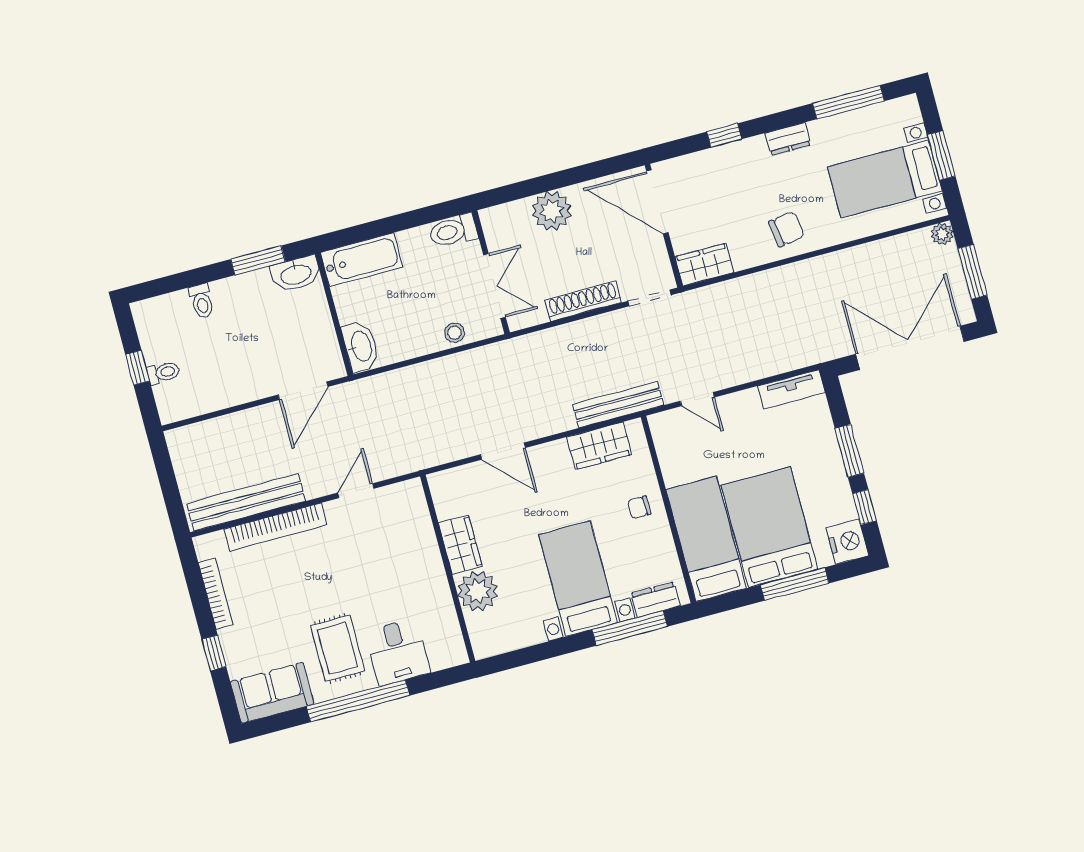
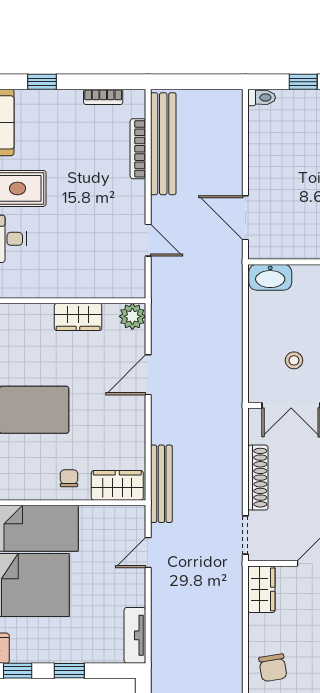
stool: (455, 333) -> (294, 360), moved
toilet: (163, 373) -> (262, 97), moved, turned -90
wardrobe: (599, 446) -> (117, 485), moved, turned 90
window: (849, 451) -> (69, 671), width x0.67
bookcase: (276, 527) -> (138, 149), width x0.68, depth x0.76
plant: (478, 591) -> (132, 316), moved, width x0.73, depth x0.73
bookcase: (216, 594) -> (103, 97), width x0.64

